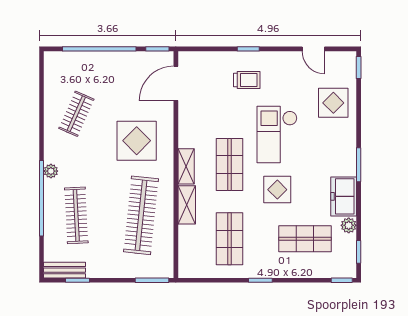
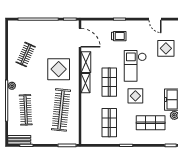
door: (176, 83) -> (80, 38), swing flipped
shelving: (187, 205) -> (86, 62), moved

